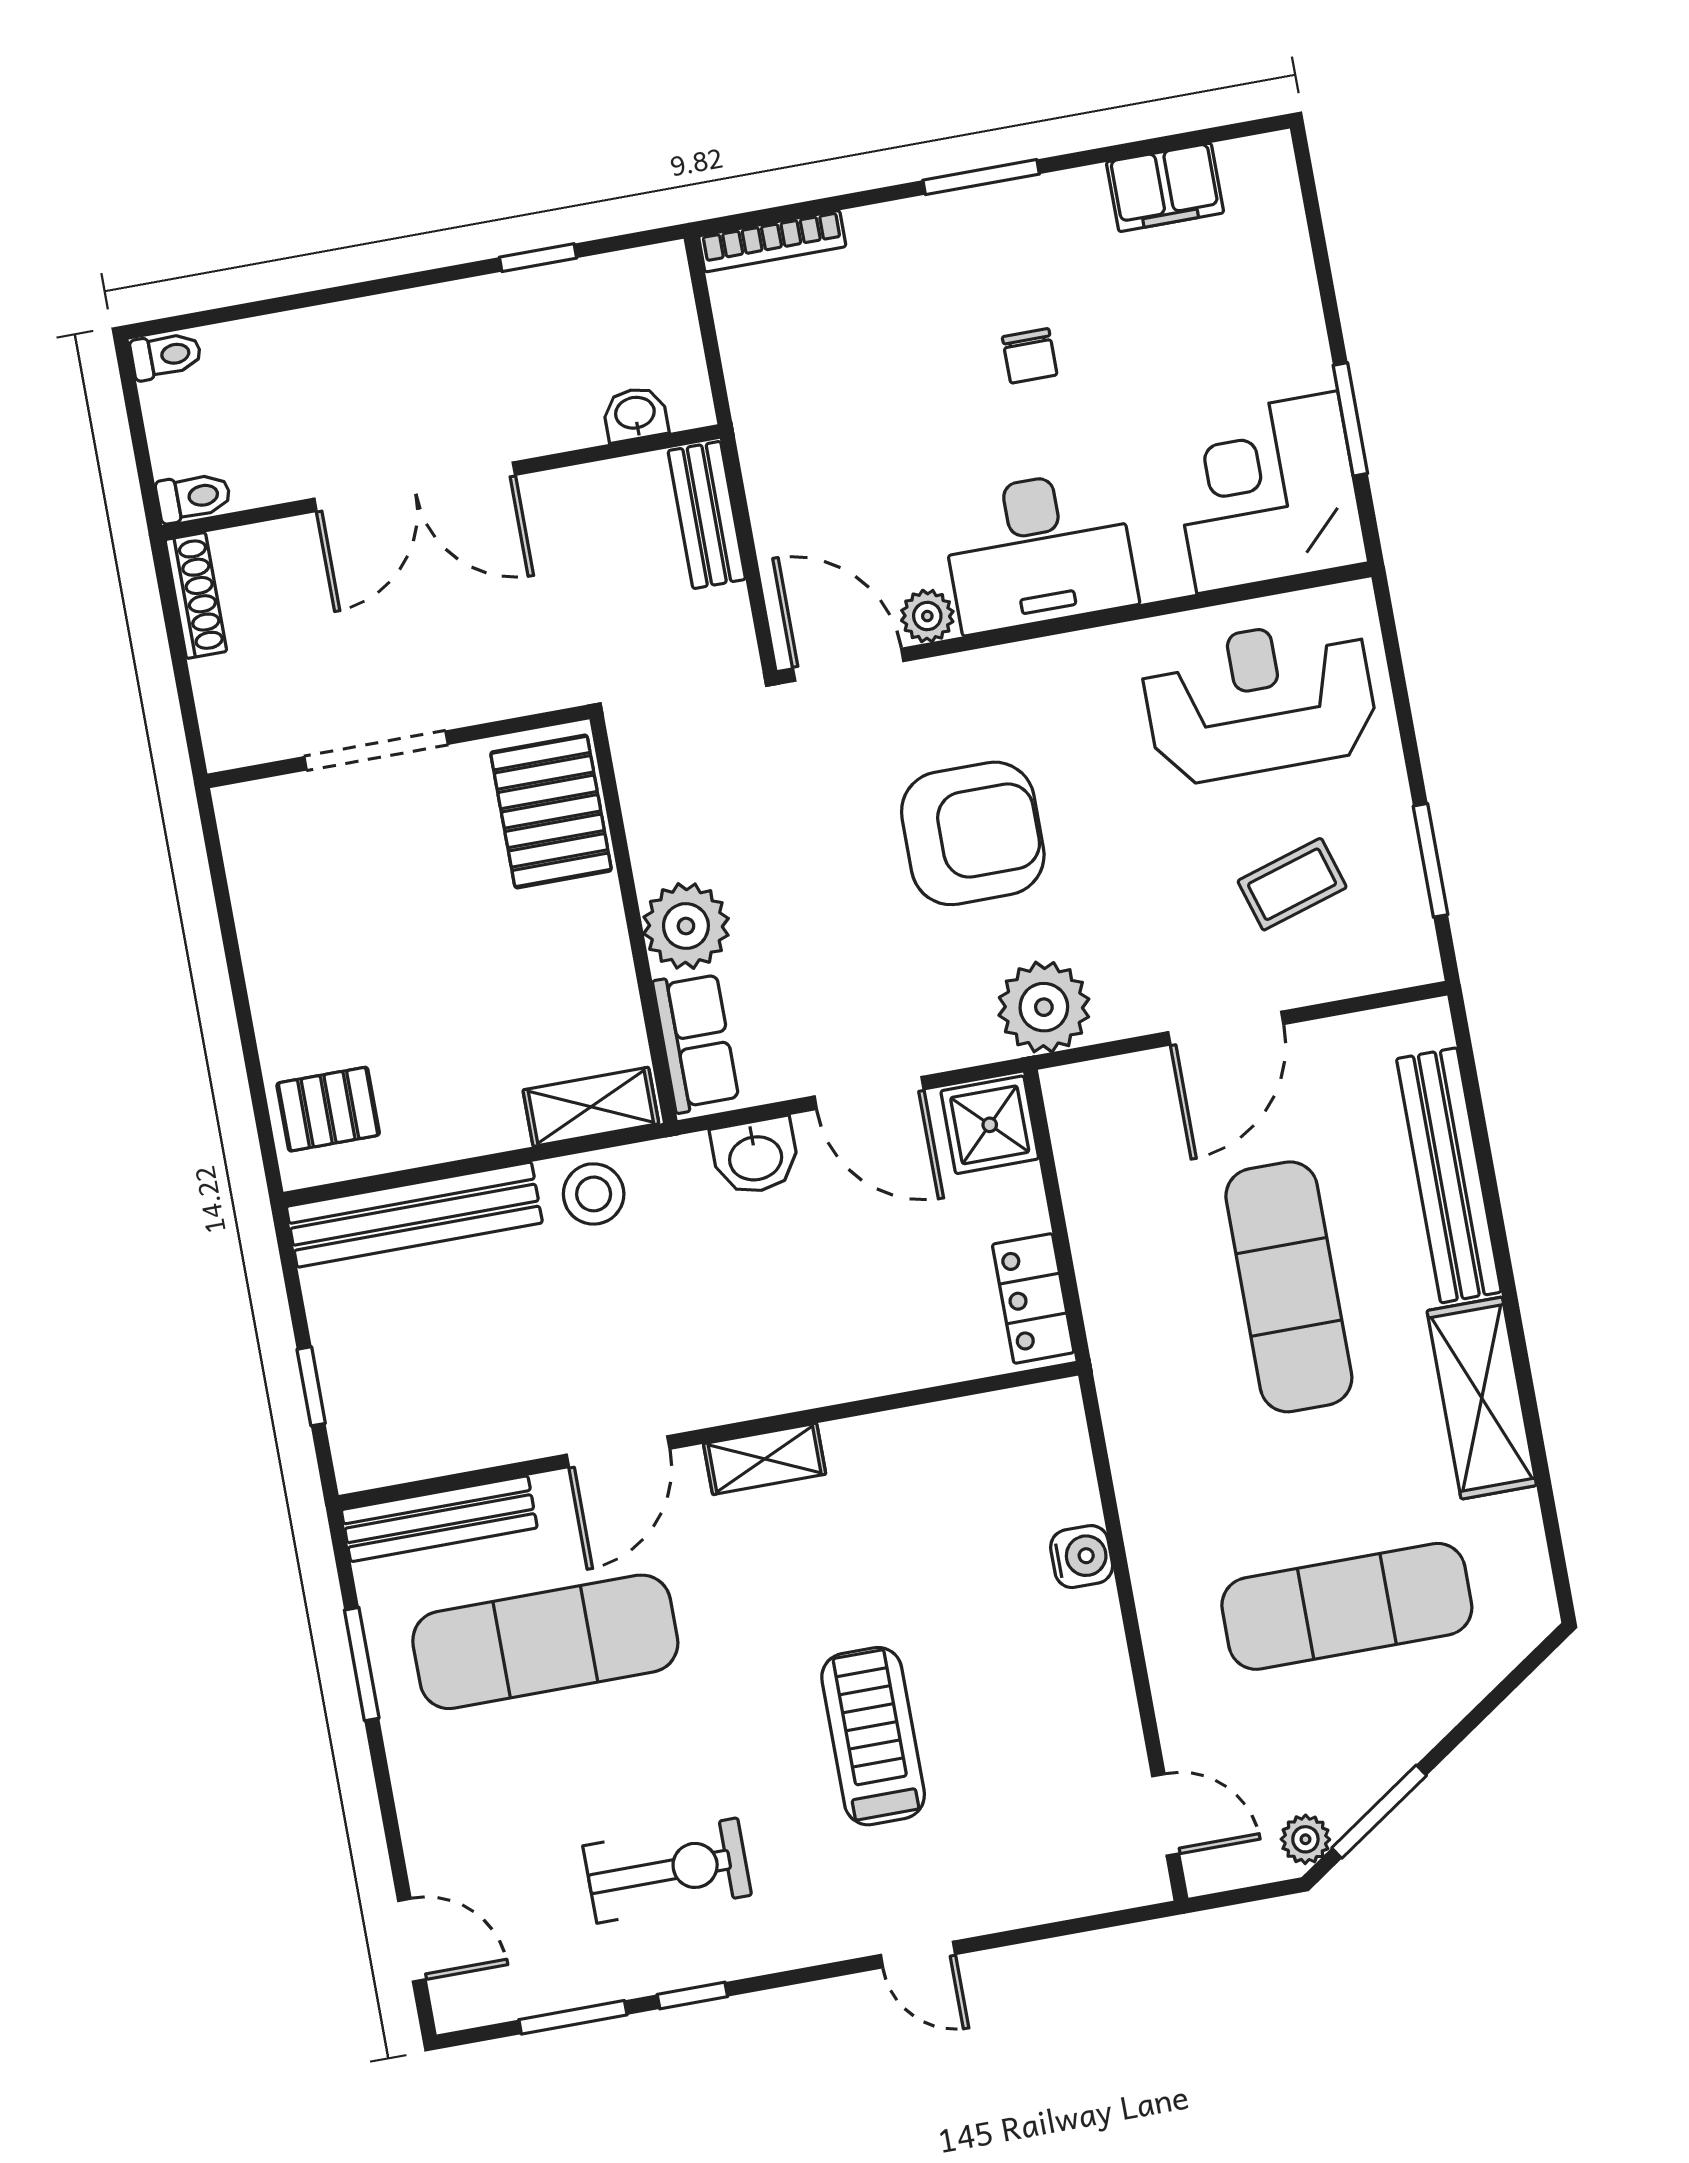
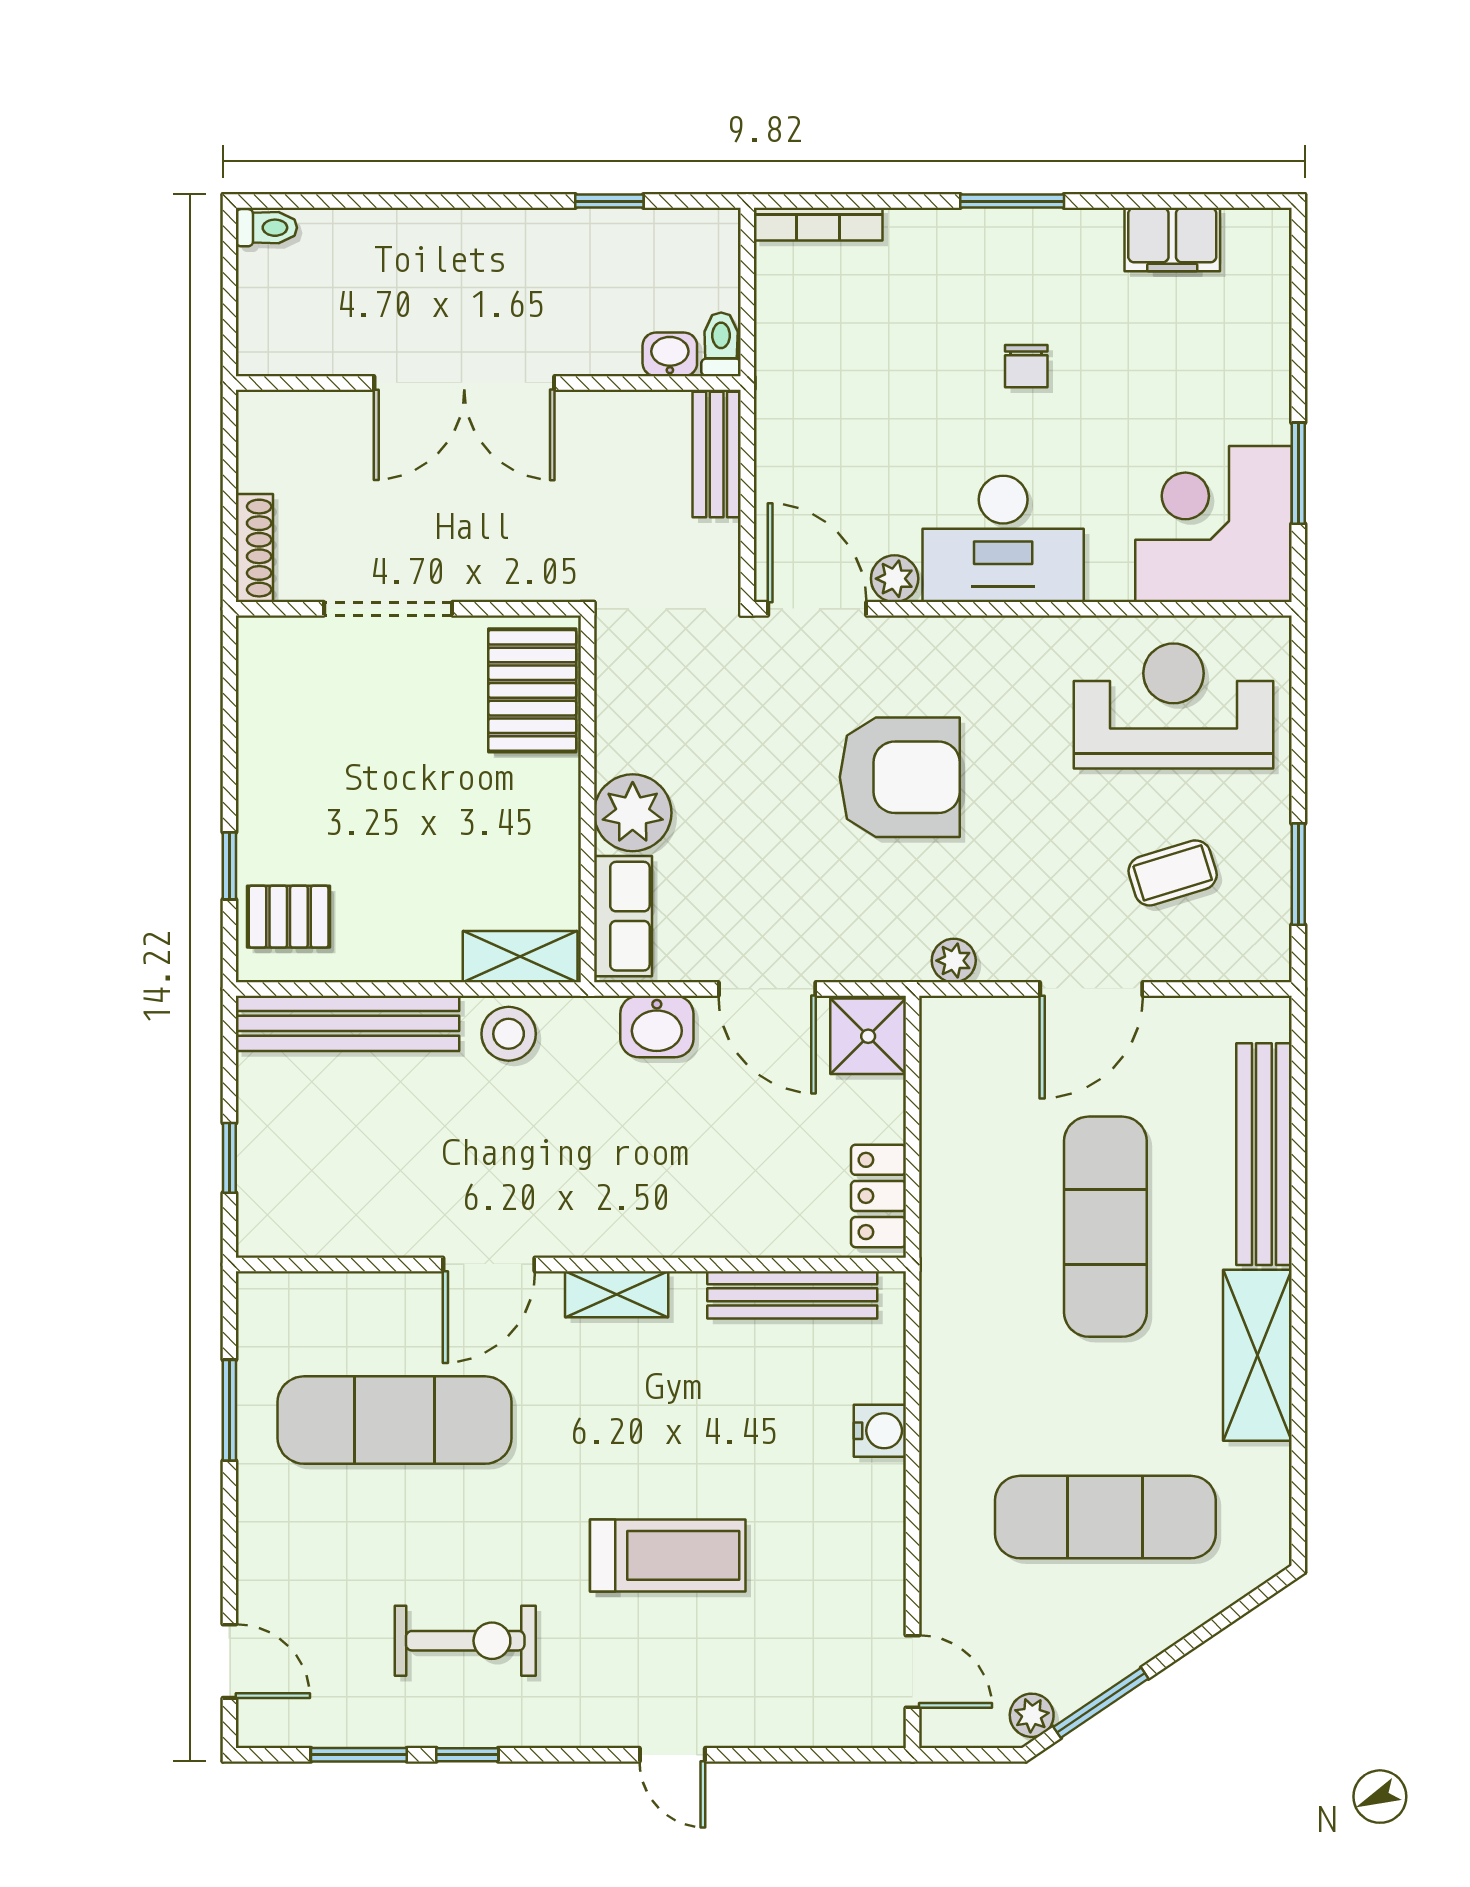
toilet: (193, 497) -> (721, 344), moved, turned -90
shoe rack: (196, 596) -> (254, 548), moved
plant: (1044, 1007) -> (954, 961), width x0.53, depth x0.53
window: (253, 1065) -> (229, 866), added
bench: (439, 1519) -> (792, 1295), moved
treadmill: (873, 1736) -> (668, 1555), turned 90

